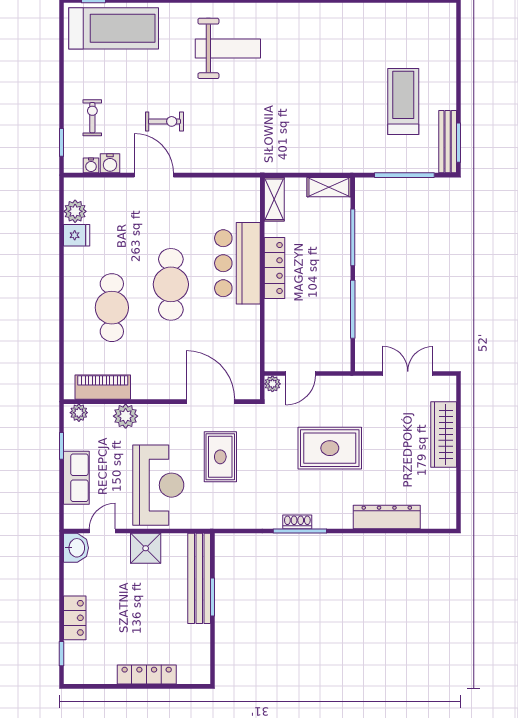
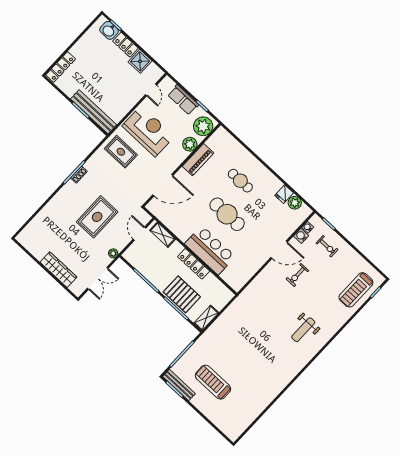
treadmill: (114, 28) -> (356, 290), width x0.73, depth x0.73
weight bench: (228, 48) -> (303, 330), width x0.73, depth x0.75
treadmill: (403, 102) -> (213, 382), turned 180
shelving: (274, 199) -> (163, 235), moved
pallet: (328, 246) -> (182, 294), added
cafe table: (112, 308) -> (240, 181), width x0.73, depth x0.74
plant: (272, 384) -> (113, 253), moved
piano: (103, 387) -> (198, 160), moved
plant: (79, 413) -> (203, 126), width x1.88, depth x1.88
rug: (220, 457) -> (121, 152), moved
reception desk: (158, 485) -> (148, 131), turned 180
dresser: (387, 517) -> (46, 214), removed
washbasin: (76, 548) -> (109, 30), moved
shower: (146, 548) -> (140, 61), moved
locker: (147, 675) -> (61, 67), moved

